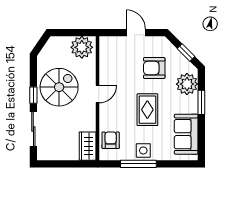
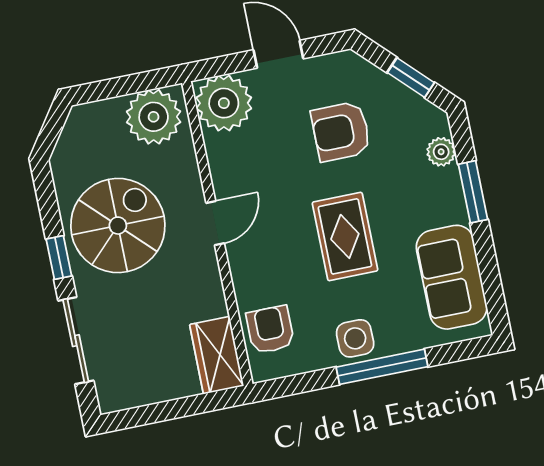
plant: (111, 48) -> (224, 103), added
plant: (187, 84) -> (441, 152), width x0.53, depth x0.53
window: (138, 164) -> (382, 367), moved

